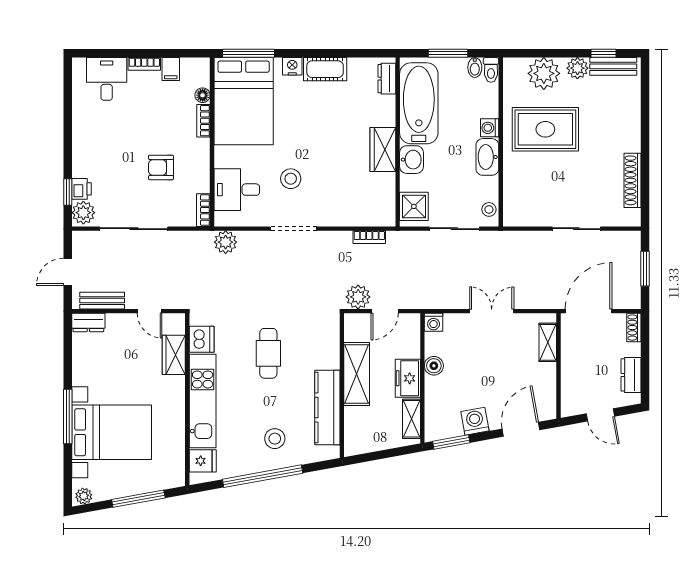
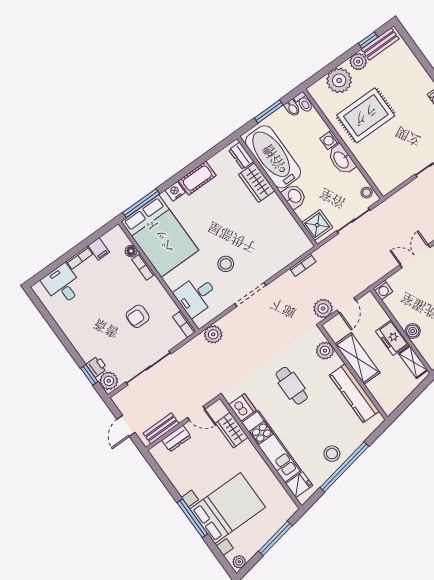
wardrobe: (383, 149) -> (257, 183), moved
dresser: (88, 322) -> (176, 439), moved
plant: (329, 342) -> (325, 351), added
boiler: (434, 366) -> (413, 331), moved
stool: (275, 439) -> (332, 454), moved

